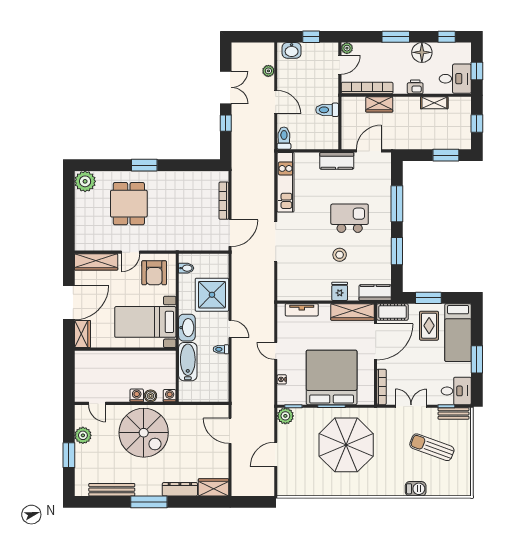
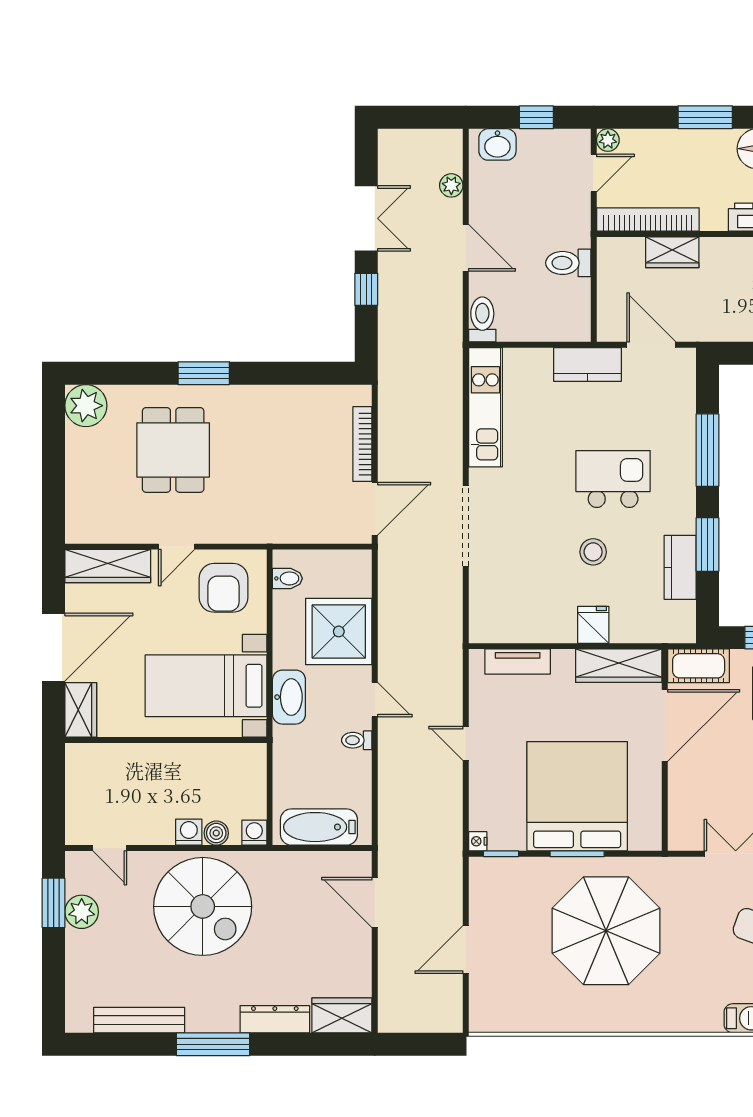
door: (369, 151) -> (651, 345), hinge flipped
kitchen counter: (375, 293) -> (680, 567), moved, turned -90
bathtub: (188, 362) -> (319, 827), moved, turned -90
nightstand: (282, 379) -> (478, 841), moved
bookcase: (382, 387) -> (677, 815), removed
plant: (285, 416) -> (485, 873), removed
window: (69, 455) -> (54, 903), moved

